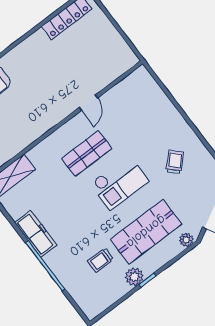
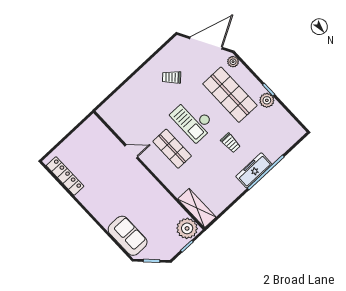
checkout: (120, 182) -> (193, 120), turned 180
freezer: (36, 234) -> (254, 170), moved
trolley: (101, 260) -> (230, 143), moved

